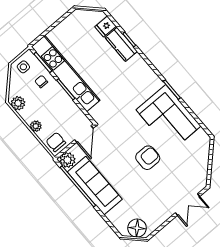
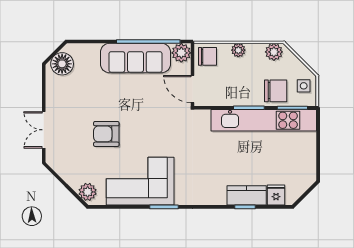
chair: (41, 82) -> (276, 91), width x1.87, depth x1.87
plant: (203, 145) -> (88, 192), added
armchair: (148, 158) -> (106, 134), moved, turned 90

